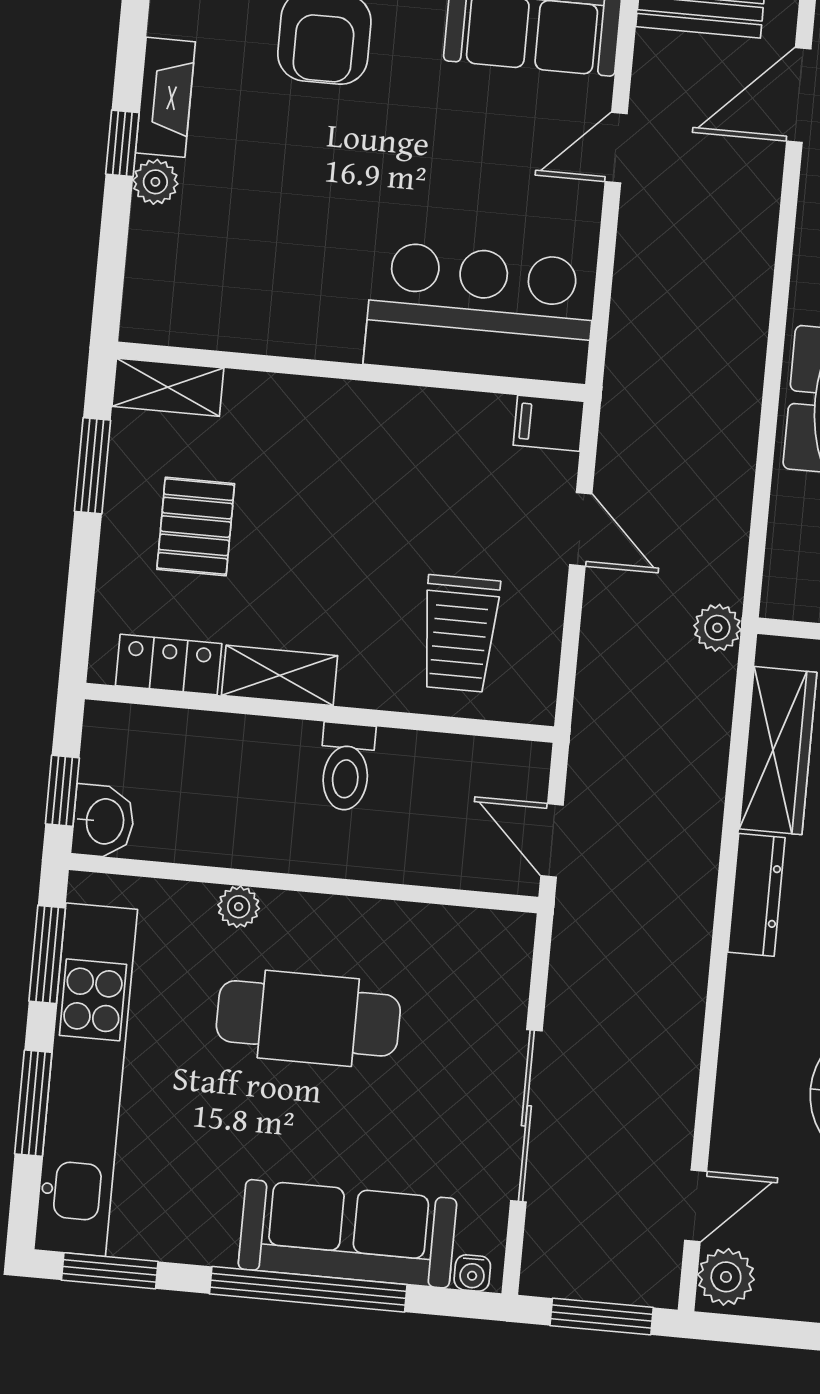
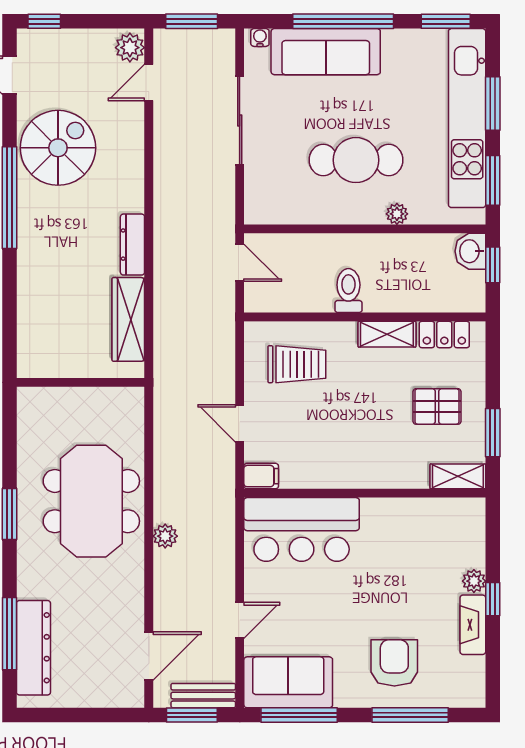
pallet: (196, 527) -> (437, 406), turned 90
plant: (717, 628) -> (165, 536), moved
trolley: (460, 634) -> (297, 364), turned 90

